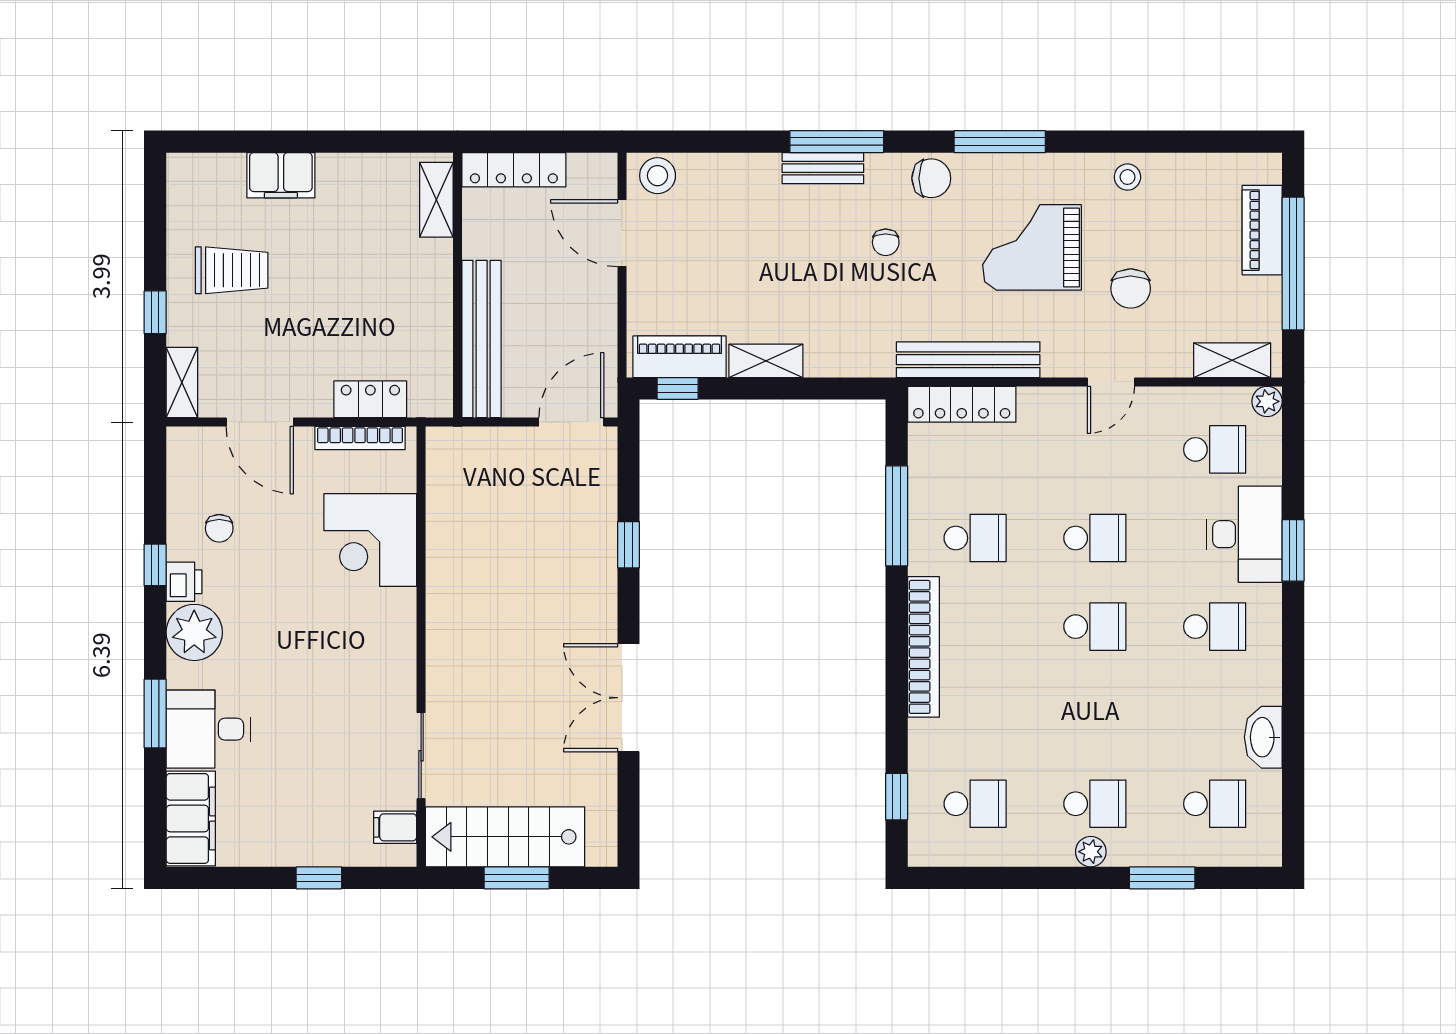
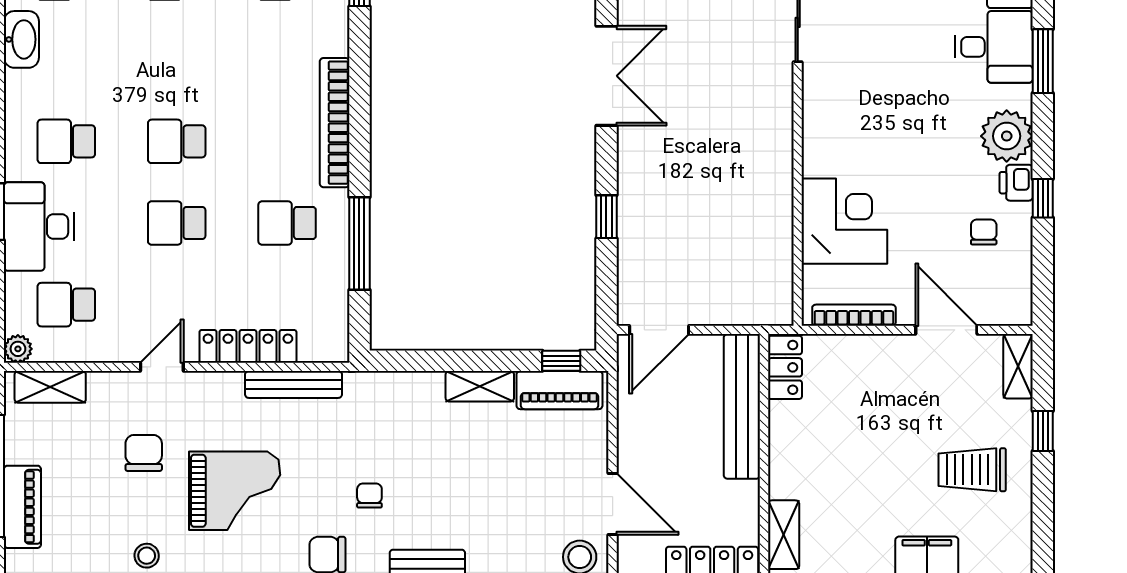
bench: (968, 360) -> (294, 384), width x0.73, depth x0.82
locker: (370, 399) -> (785, 367), moved, turned -90
locker: (962, 404) -> (248, 346), moved

